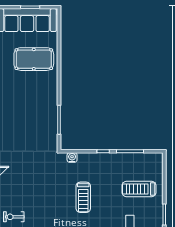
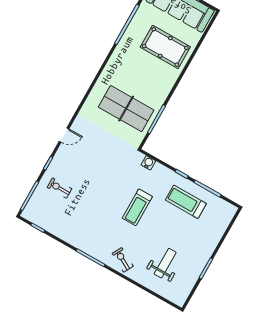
table tennis table: (31, 125) -> (126, 109), added
treadmill: (139, 189) -> (186, 202), moved

